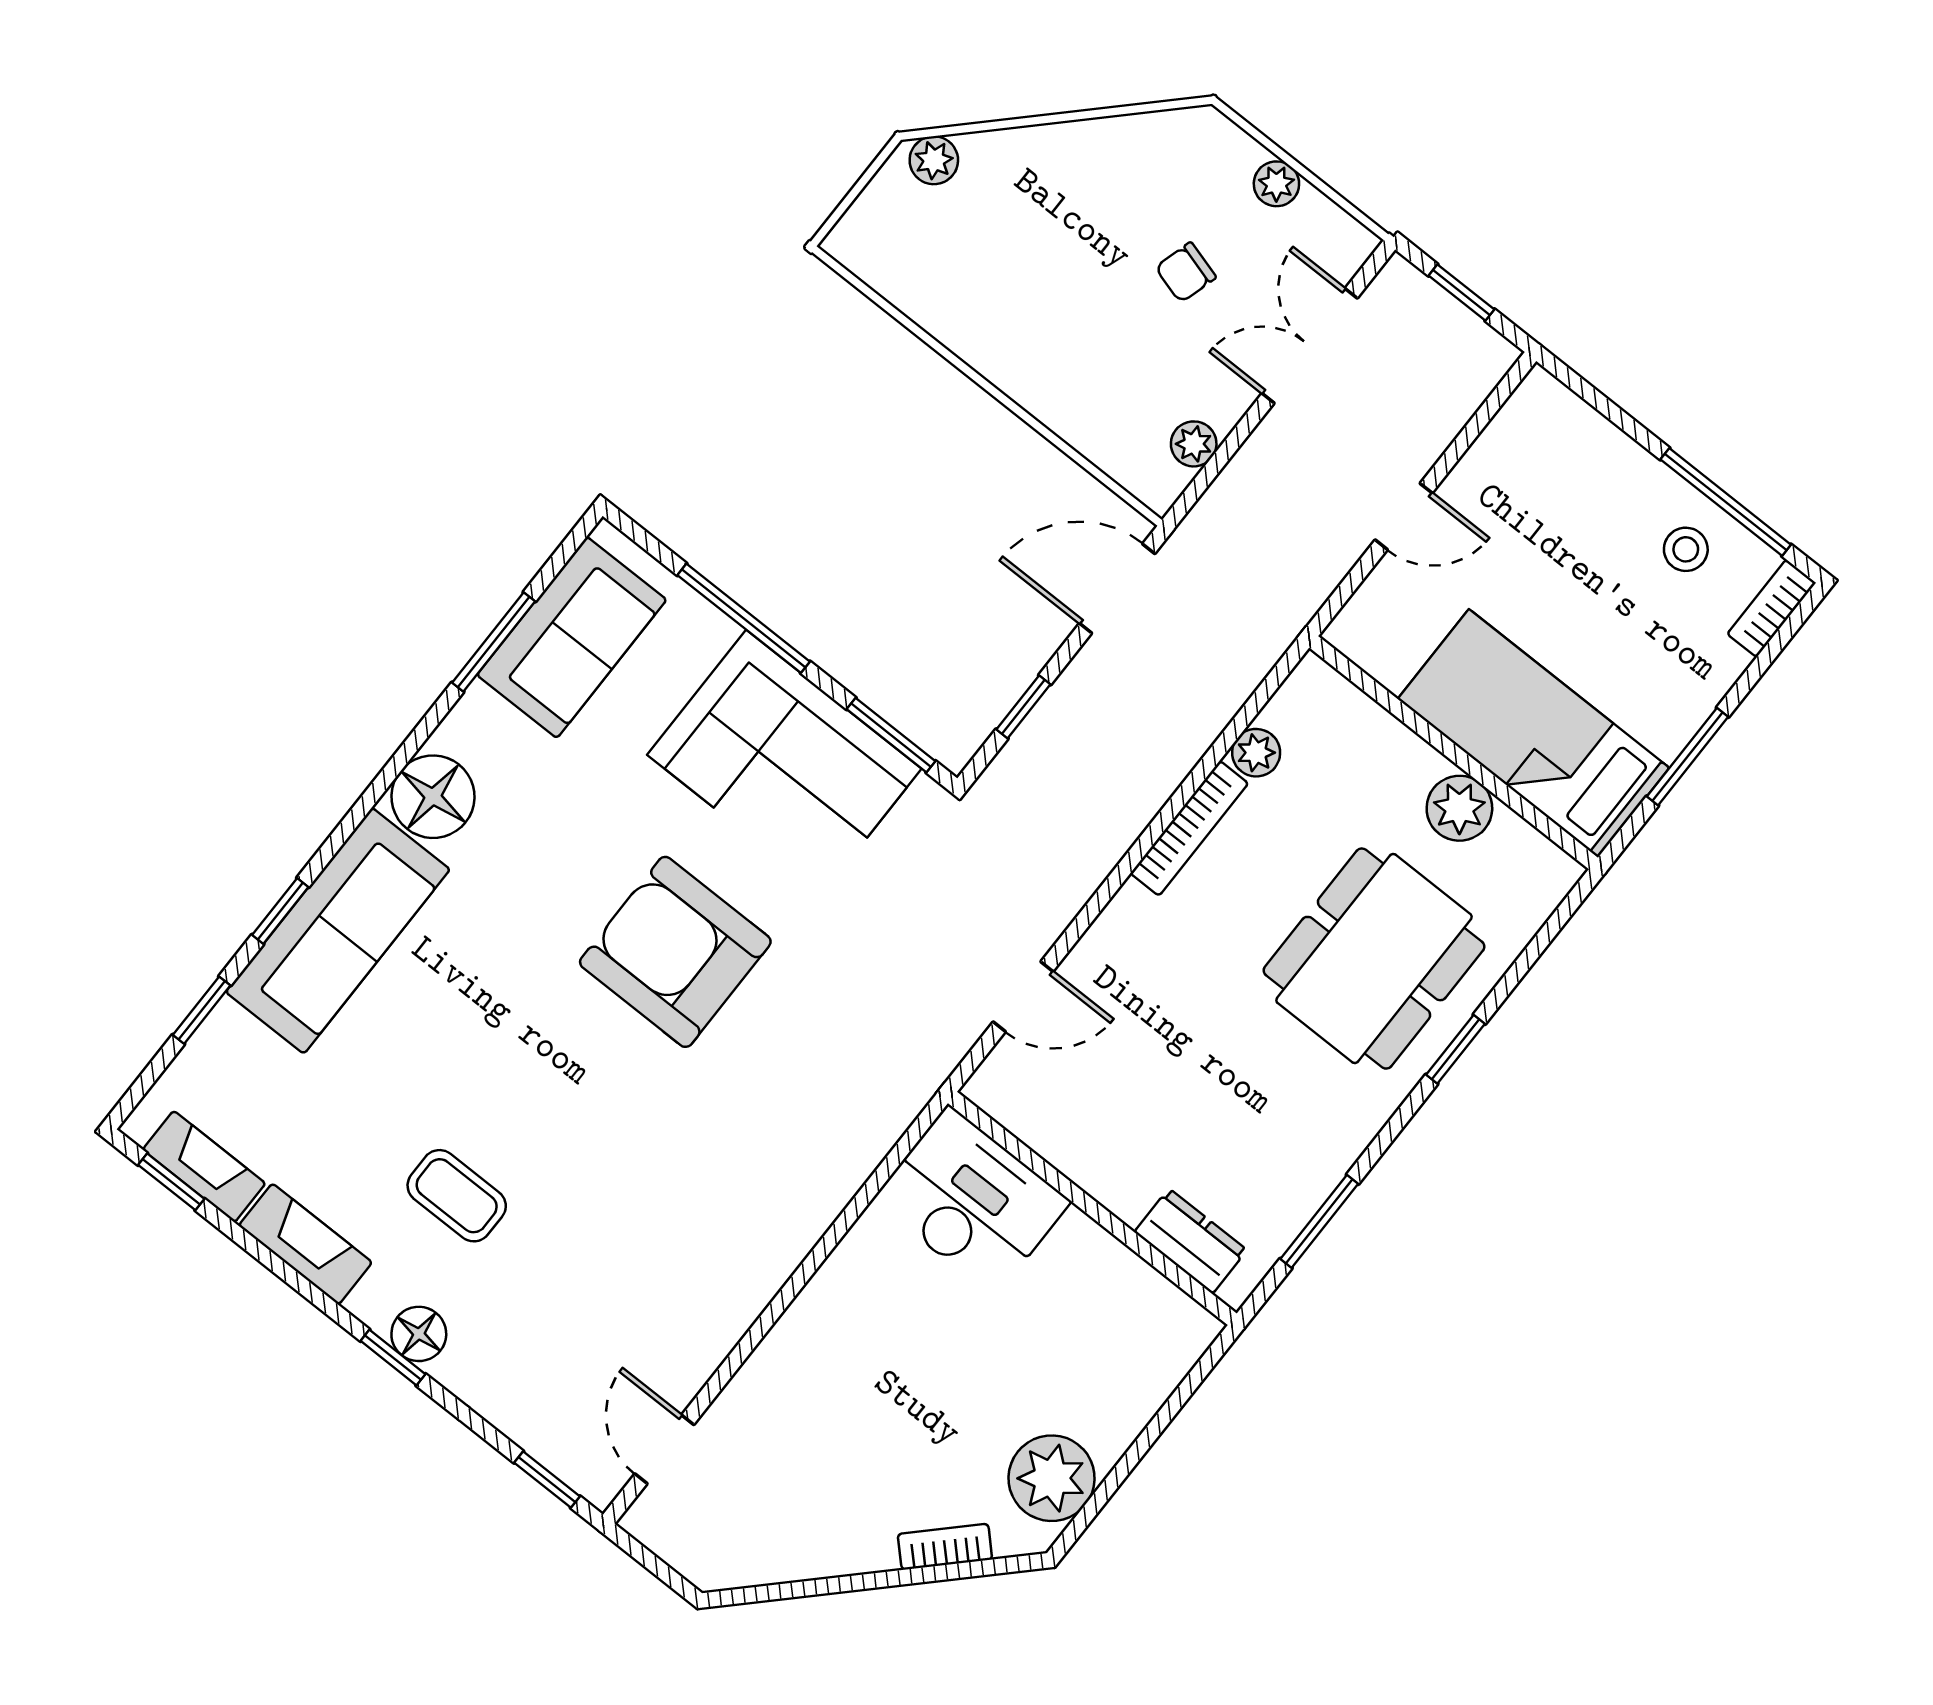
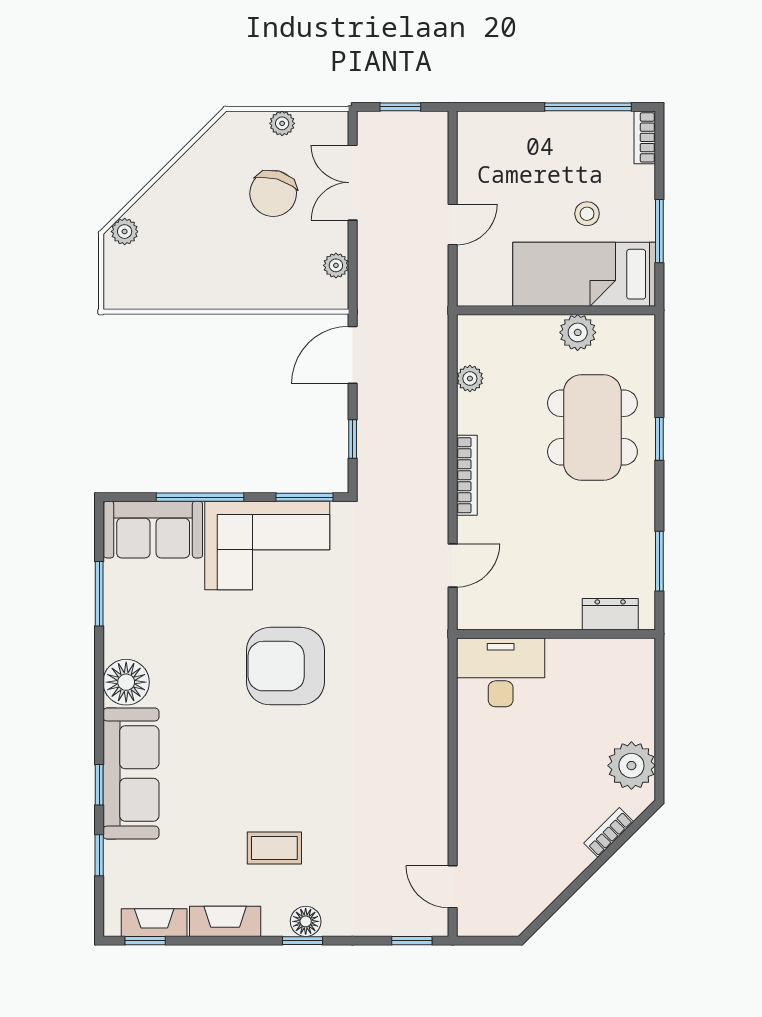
chair: (1186, 272) -> (273, 193), width x1.87, depth x1.87
stool: (1686, 549) -> (587, 214), moved
sofa: (572, 637) -> (153, 530), moved, turned 90
bookcase: (1189, 828) -> (467, 475), moved

